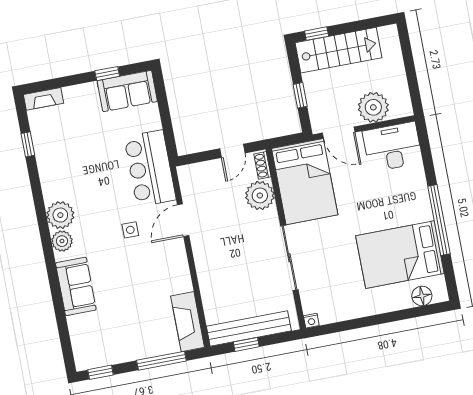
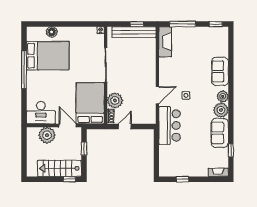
sofa: (127, 91) -> (220, 133), moved, turned -90
floor lamp: (422, 296) -> (52, 32), moved

